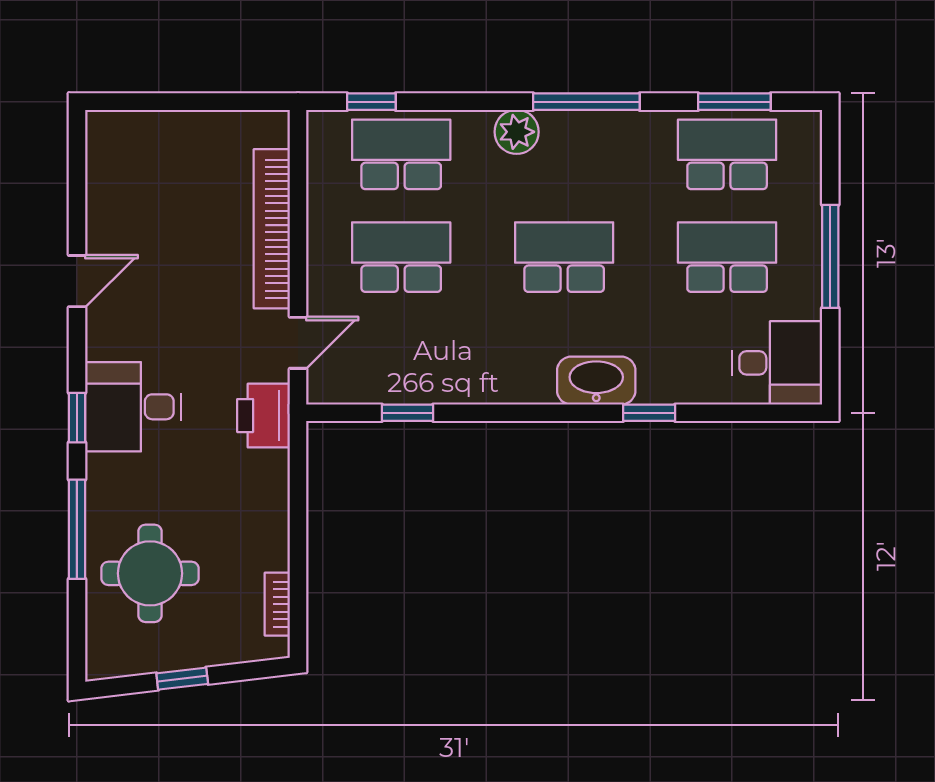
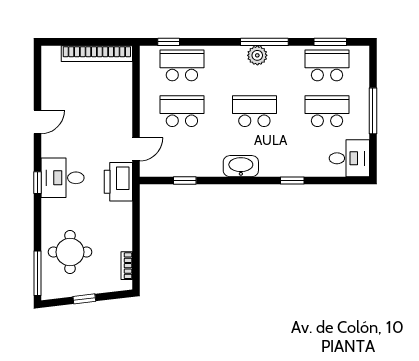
plant: (517, 132) -> (257, 55), moved
bookcase: (272, 229) -> (97, 54), moved, turned -90
washbasin: (596, 381) -> (241, 166), moved
printer: (264, 416) -> (118, 182), width x1.37, depth x1.19
window: (77, 529) -> (37, 273), moved

